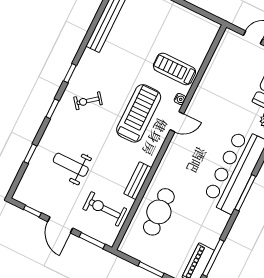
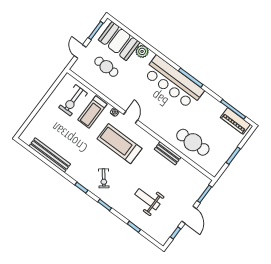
cafe table: (239, 76) -> (106, 67), added
weight bench: (71, 165) -> (147, 199), turned 90
exercise bike: (105, 209) -> (73, 100), moved
door: (60, 225) -> (189, 215), hinge flipped

